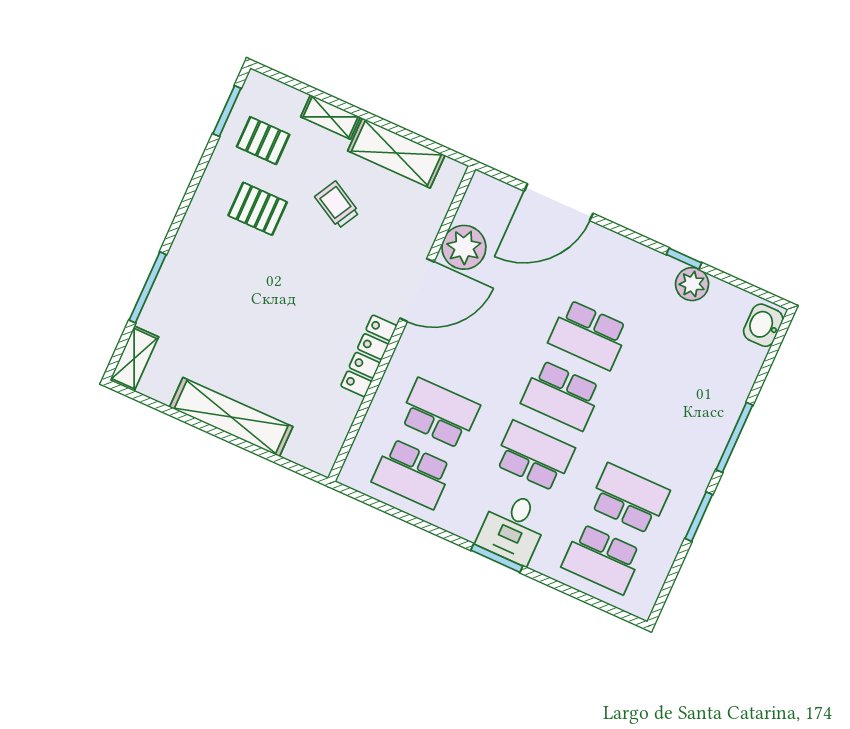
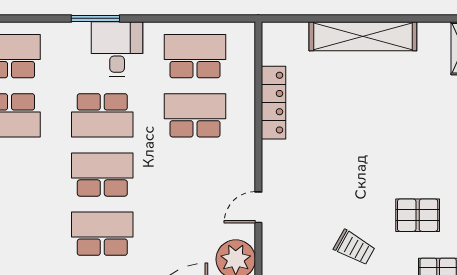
door: (417, 290) -> (258, 207), width x0.53
locker: (369, 356) -> (273, 103), moved
school desk: (439, 413) -> (195, 115), turned 180
desk: (513, 528) -> (117, 49), moved

